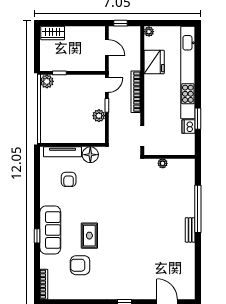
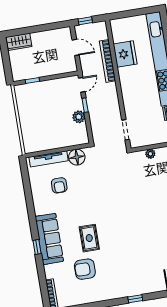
plant: (149, 32) -> (115, 25), removed
plant: (47, 81) -> (21, 91), removed
bookcase: (136, 92) -> (107, 61), moved

